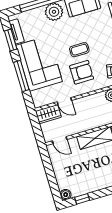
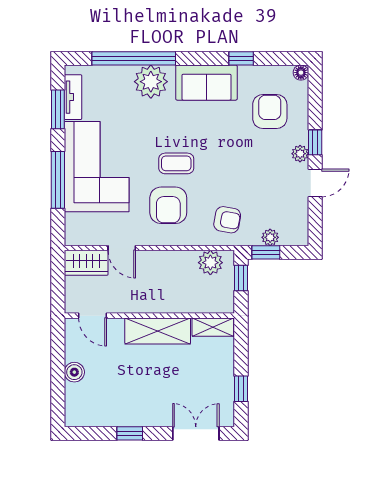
armchair: (82, 72) -> (168, 205), turned 90
boiler: (66, 195) -> (74, 372), moved
window: (82, 199) -> (130, 433), moved

